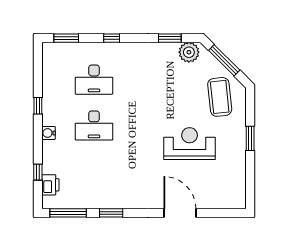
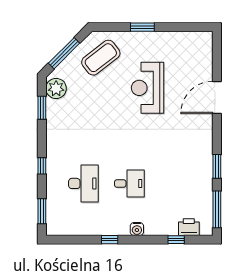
coffee table: (220, 97) -> (101, 58), turned -32
desk: (94, 125) -> (129, 183), width x0.73

